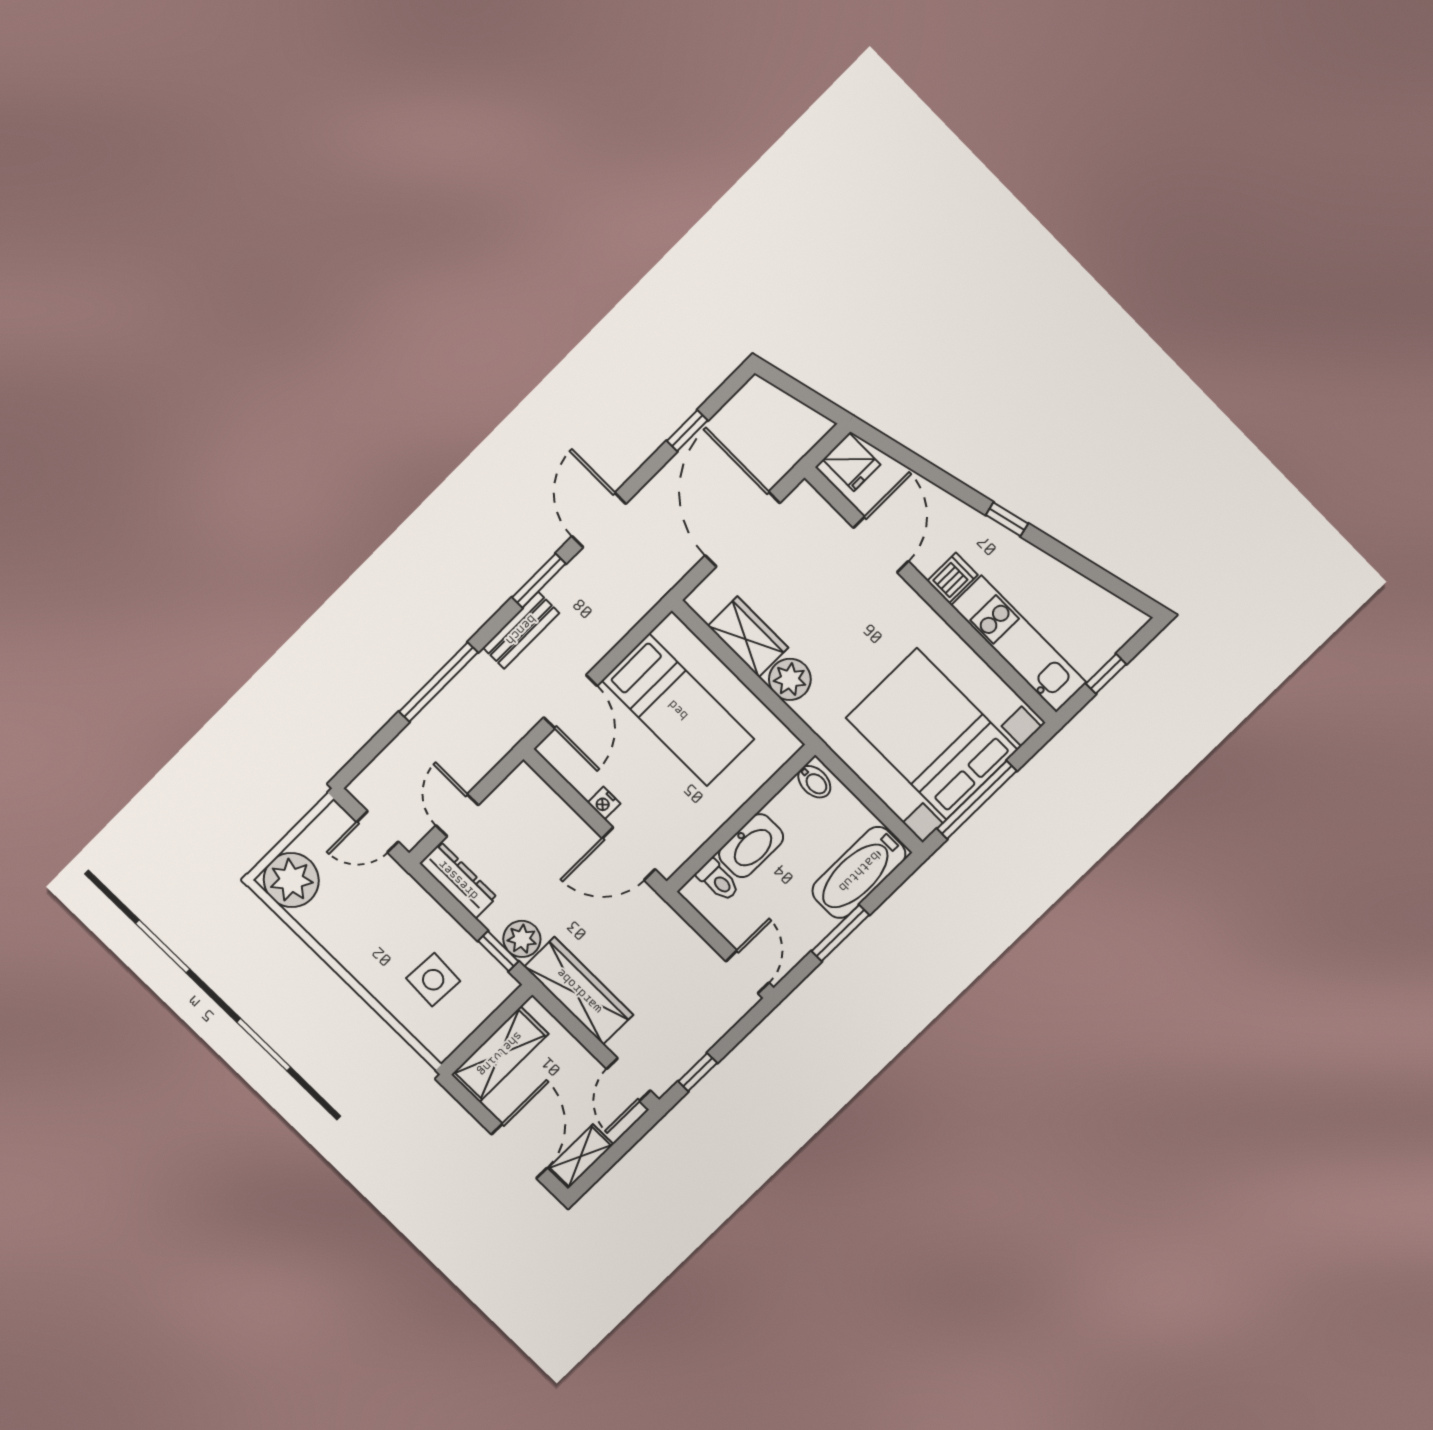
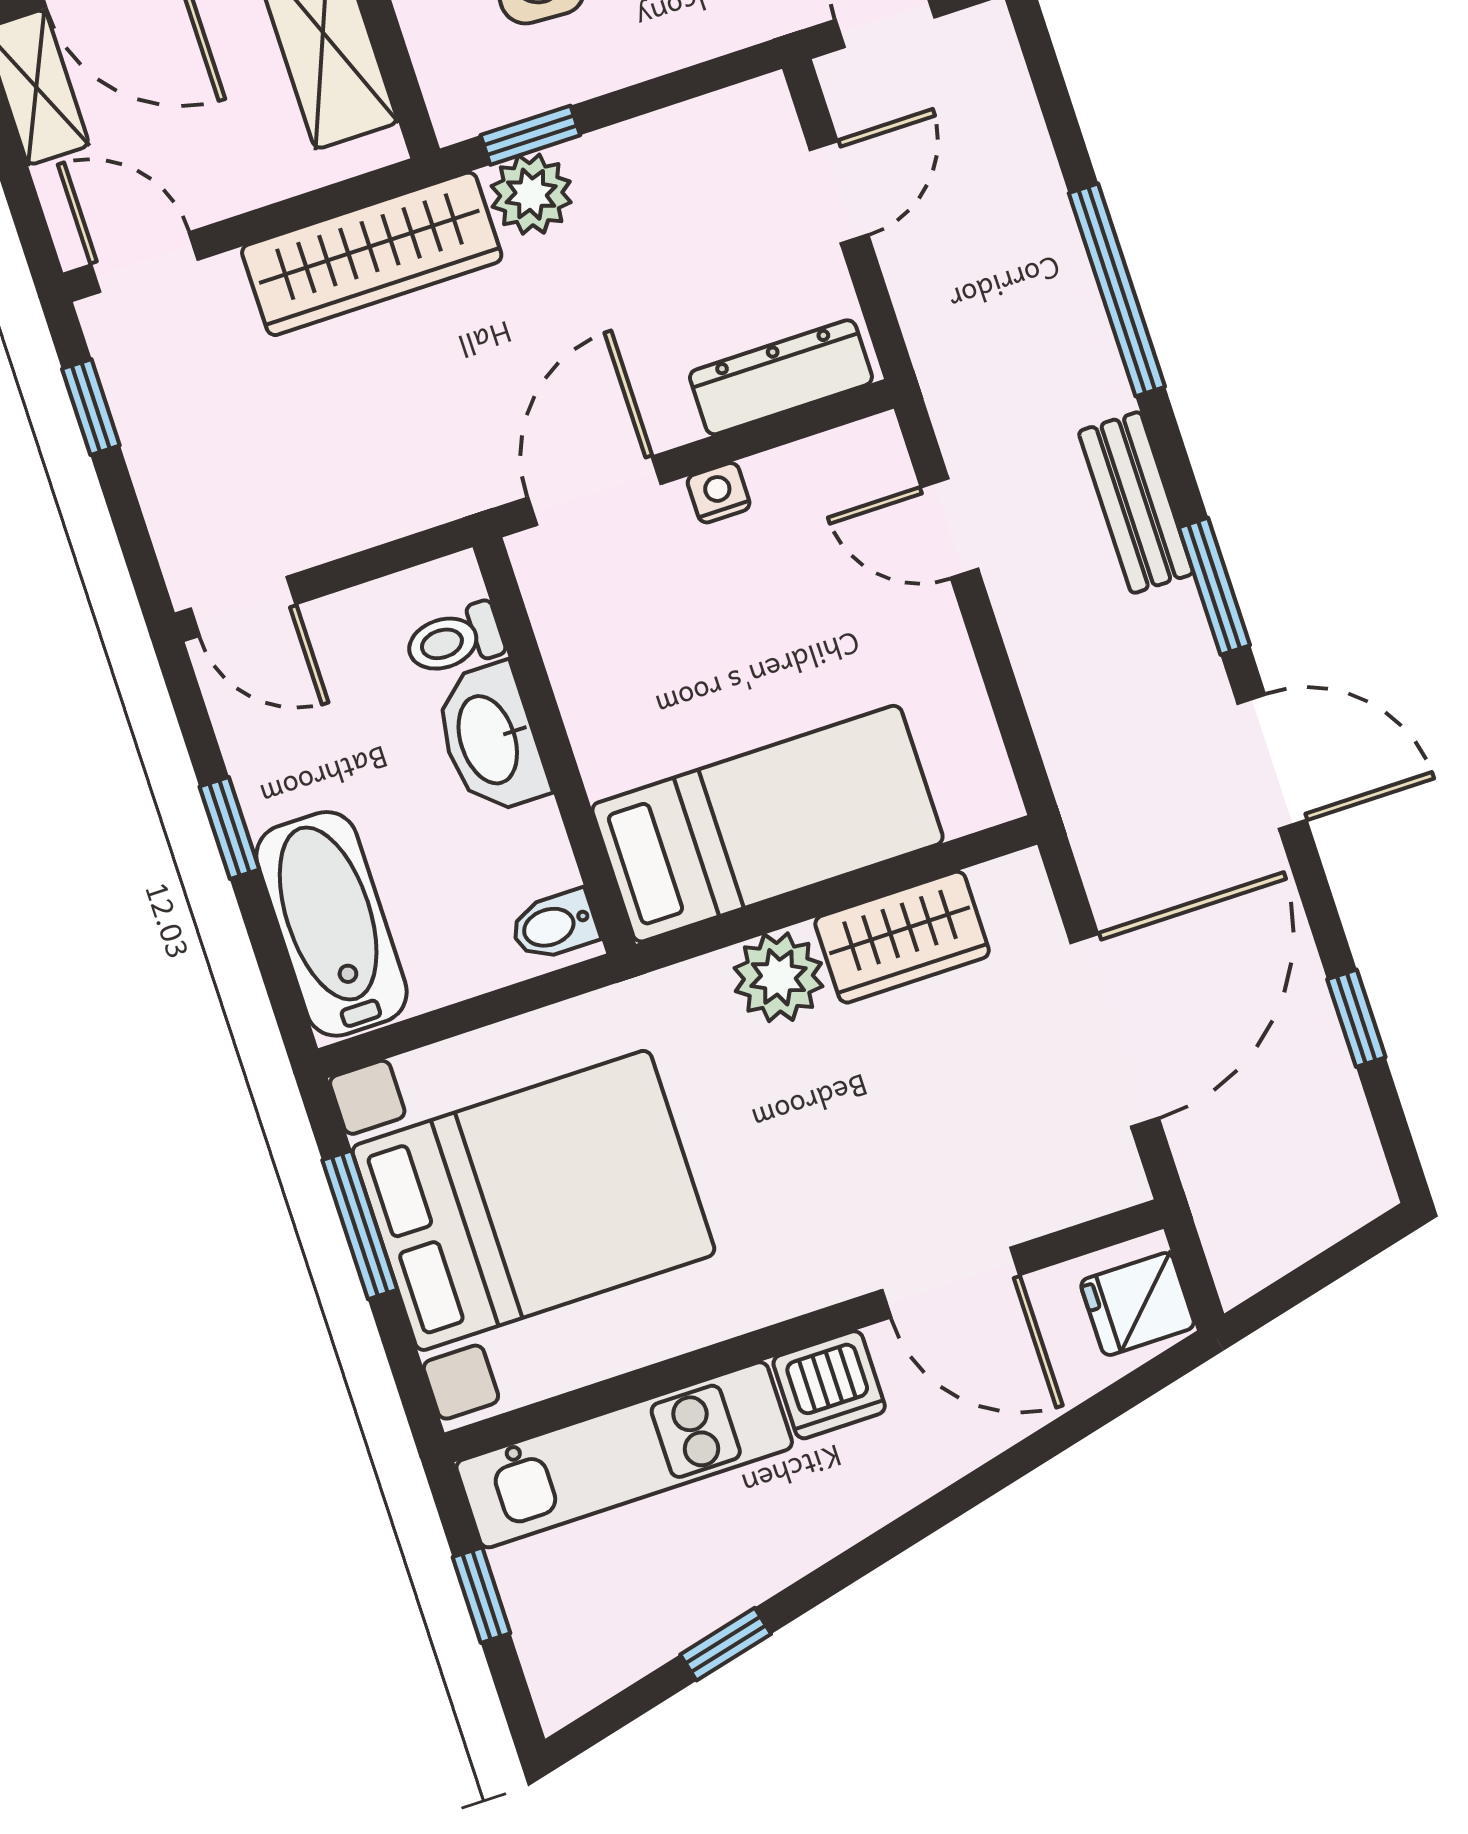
window: (1007, 519) -> (726, 1644), moved
door: (742, 529) -> (1115, 1030), hinge flipped
dishwasher: (952, 578) -> (829, 1385), width x1.38
door: (570, 702) -> (950, 528), width x0.73
bed: (678, 710) -> (767, 824), moved, turned 180
window: (977, 800) -> (360, 1225), width x0.69
door: (457, 815) -> (839, 192), hinge flipped
dresser: (458, 880) -> (781, 377), moved, turned 180
window: (840, 933) -> (229, 828), width x0.67

